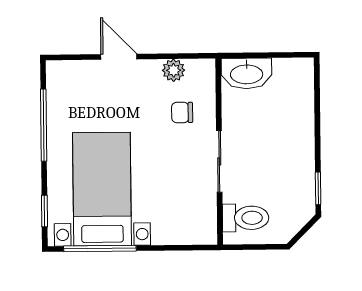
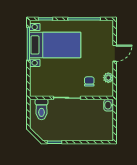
washbasin: (247, 73) -> (109, 105), width x0.52, depth x0.69

